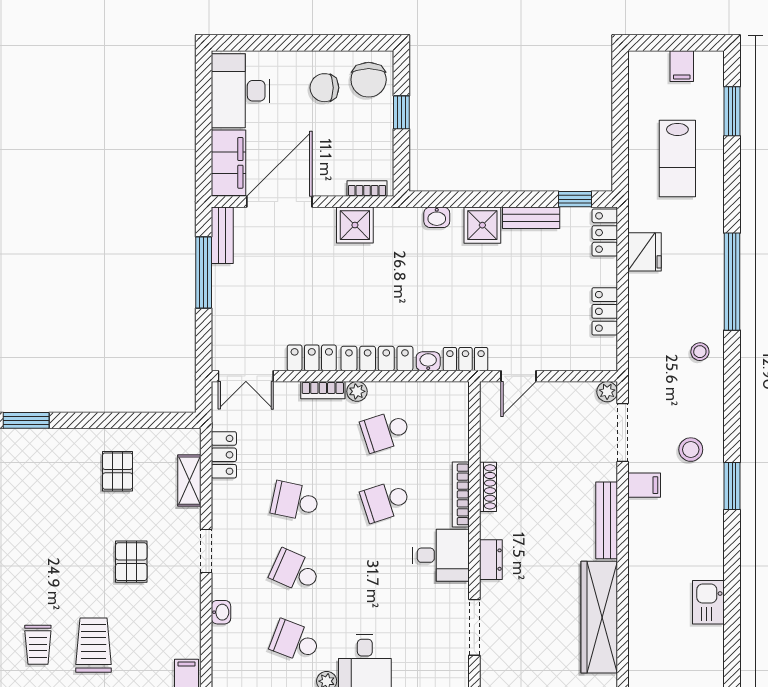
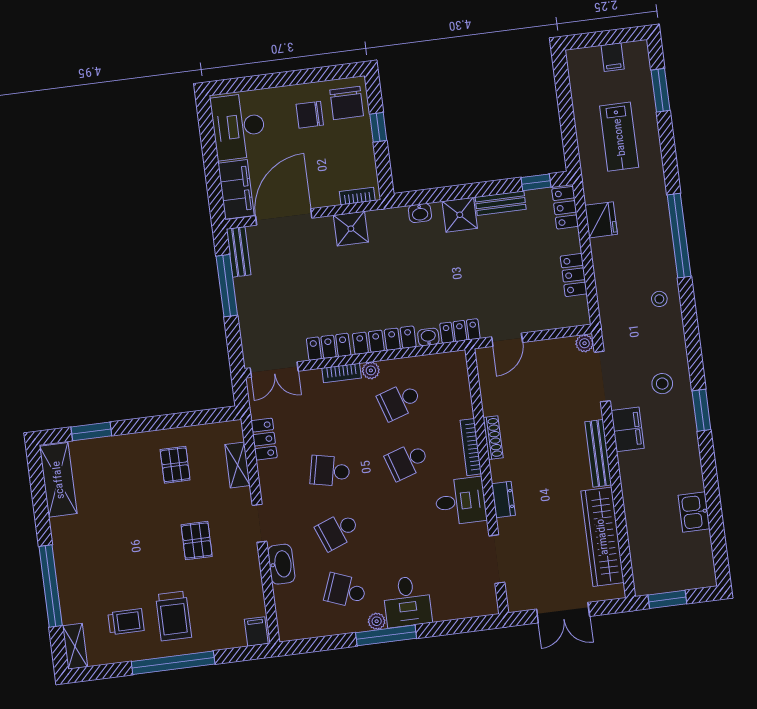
filing cabinet: (644, 485) -> (628, 429), width x2.00
school desk: (295, 571) -> (338, 531), turned -45
washbasin: (221, 612) -> (281, 564), width x1.91, depth x1.45
trolley: (38, 645) -> (126, 622), turned -90
trolley: (93, 645) -> (174, 616), turned 180

